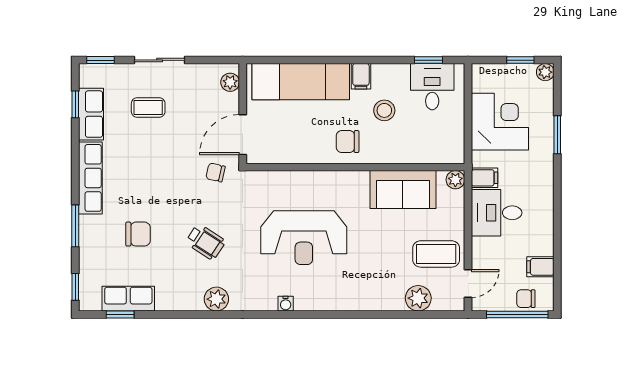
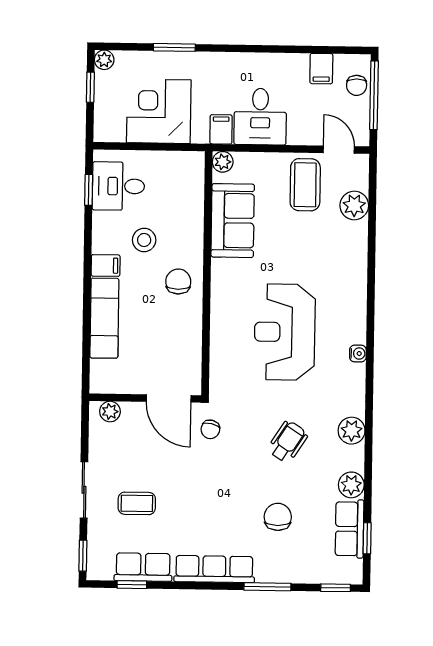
exam couch: (301, 82) -> (104, 318), width x0.73, depth x0.69
coffee table: (148, 108) -> (137, 503), turned 90
chair: (348, 142) -> (178, 281), turned 180
reception desk: (304, 238) -> (285, 332), turned 180
plant: (168, 300) -> (351, 485), added

